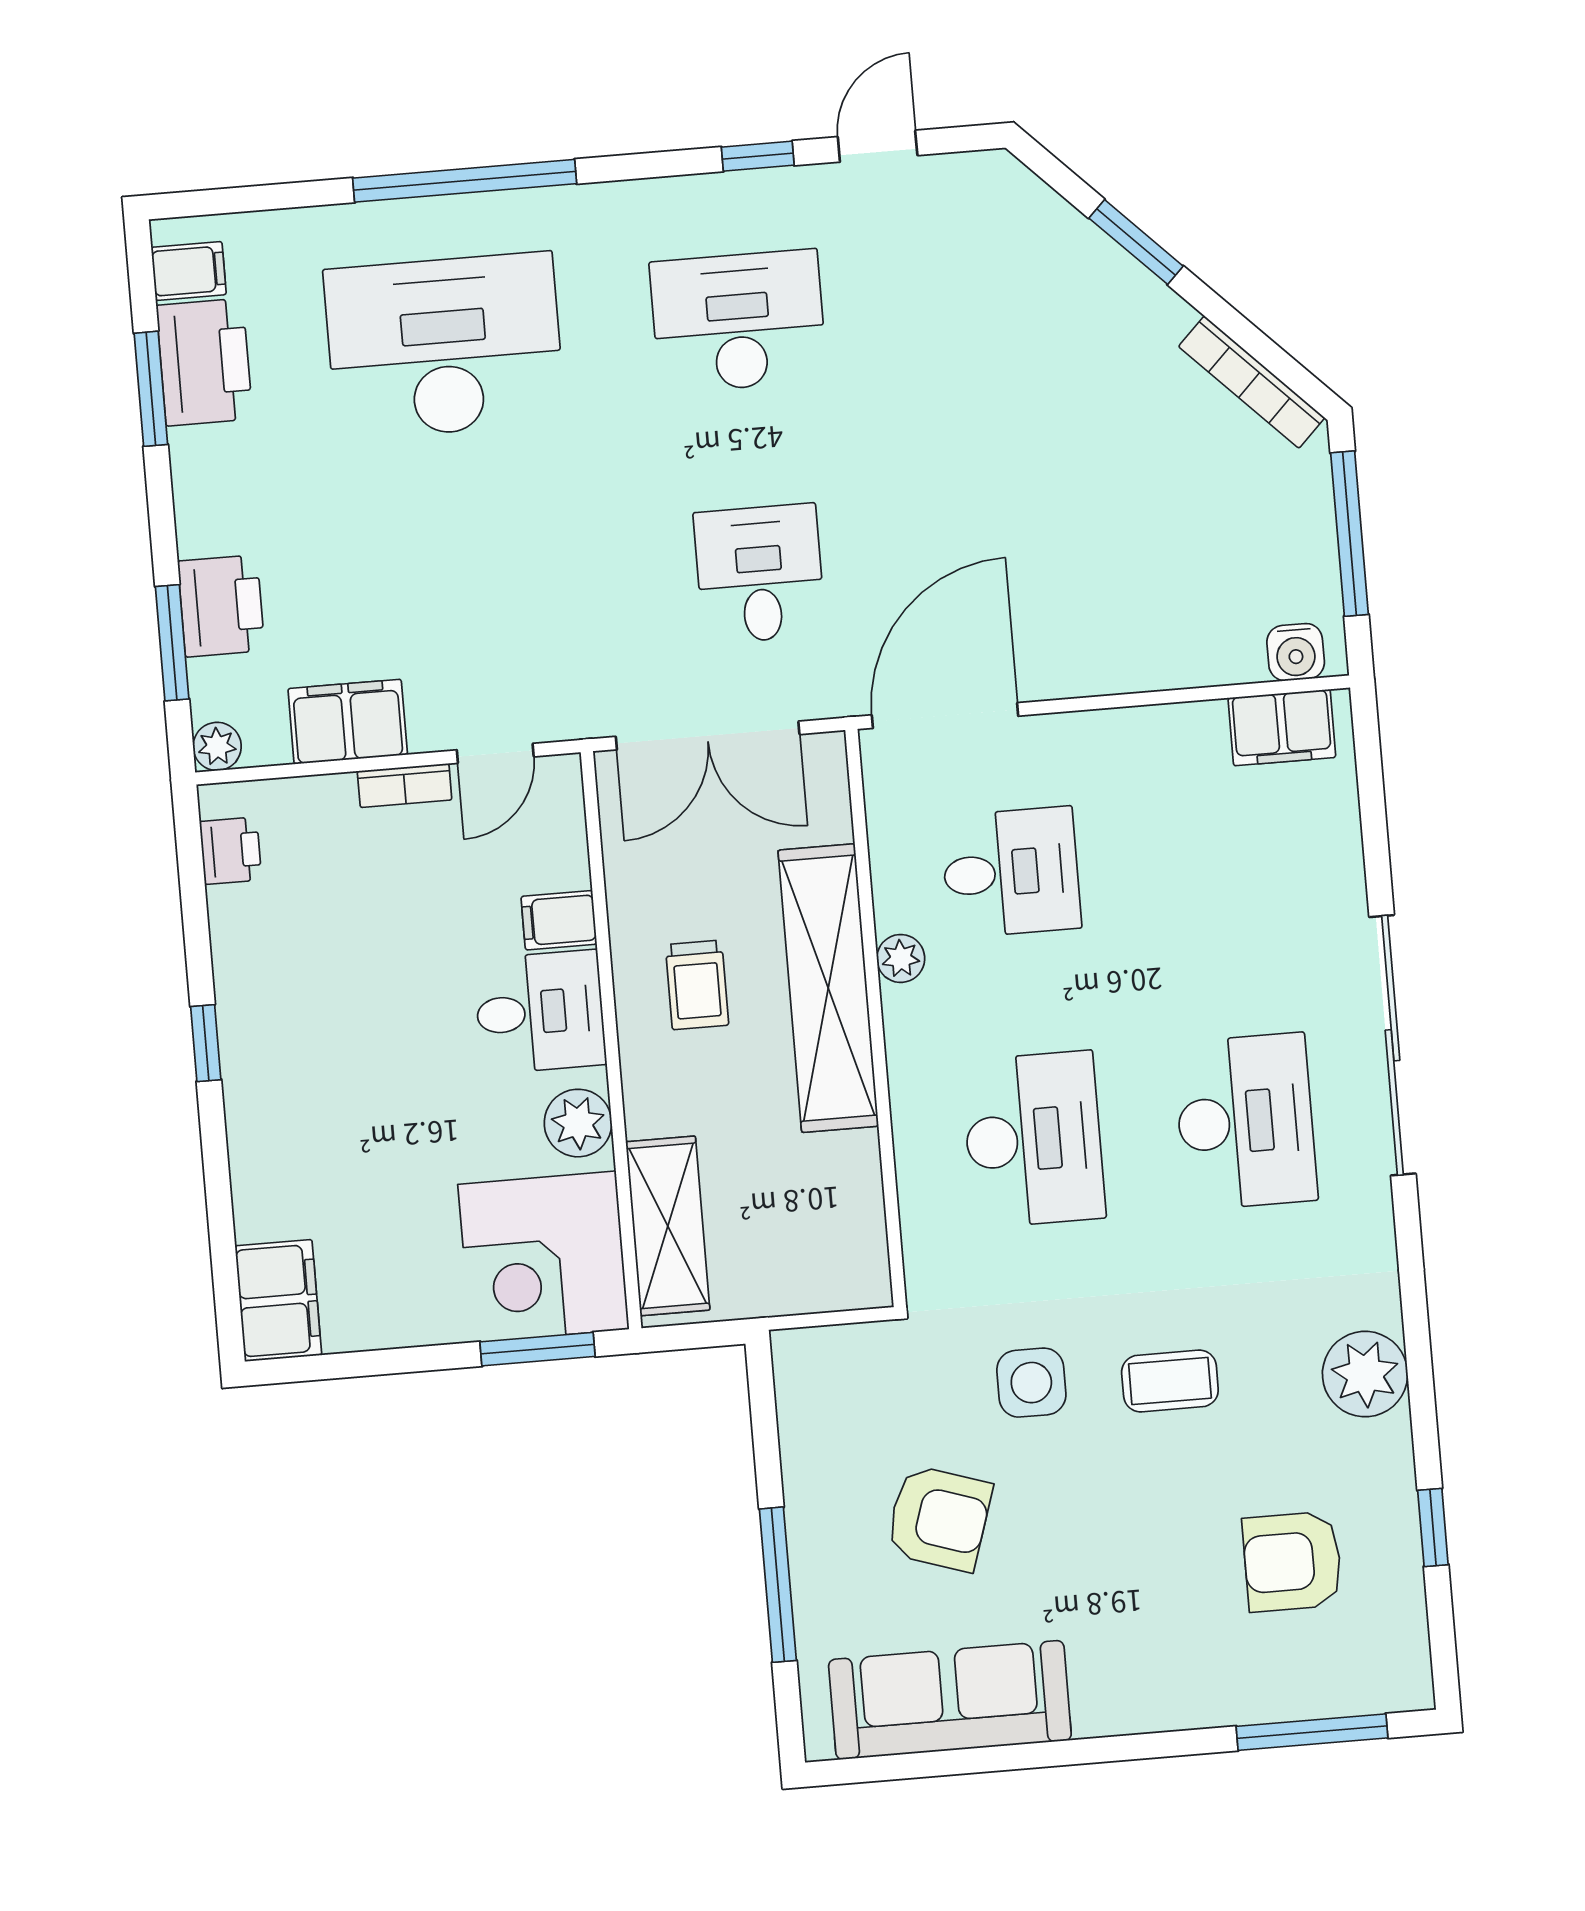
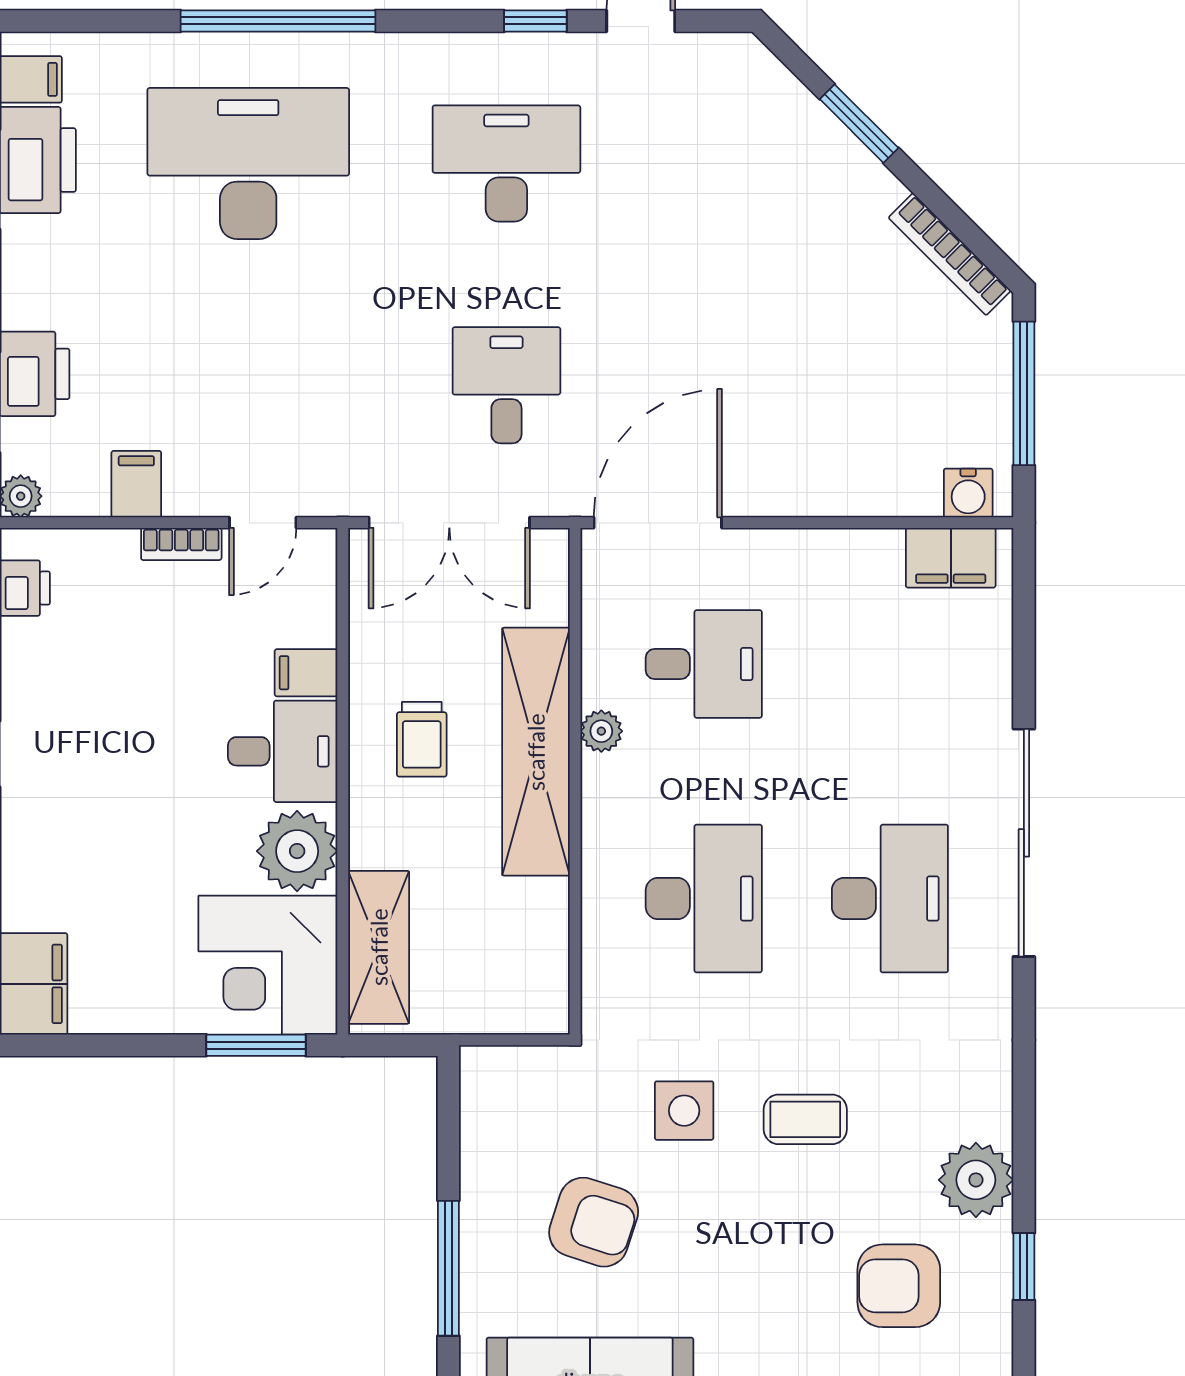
filing cabinet: (348, 722) -> (136, 484), width x0.50
plant: (578, 1123) -> (297, 851), width x1.36, depth x1.36
plant: (1365, 1374) -> (976, 1180), moved

